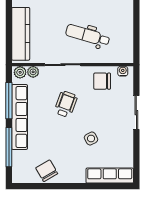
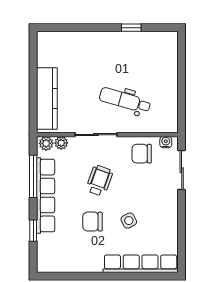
sliding door: (136, 113) -> (182, 170), moved
window: (9, 147) -> (33, 231), width x0.46
chair: (47, 171) -> (93, 222), moved, turned -60
row of seats: (110, 176) -> (141, 264), width x1.36

